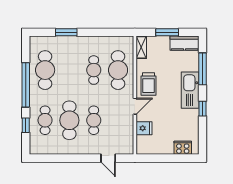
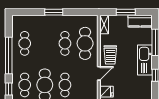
window: (66, 32) -> (54, 12), moved
cafe table: (45, 70) -> (25, 43), width x0.73, depth x0.74

